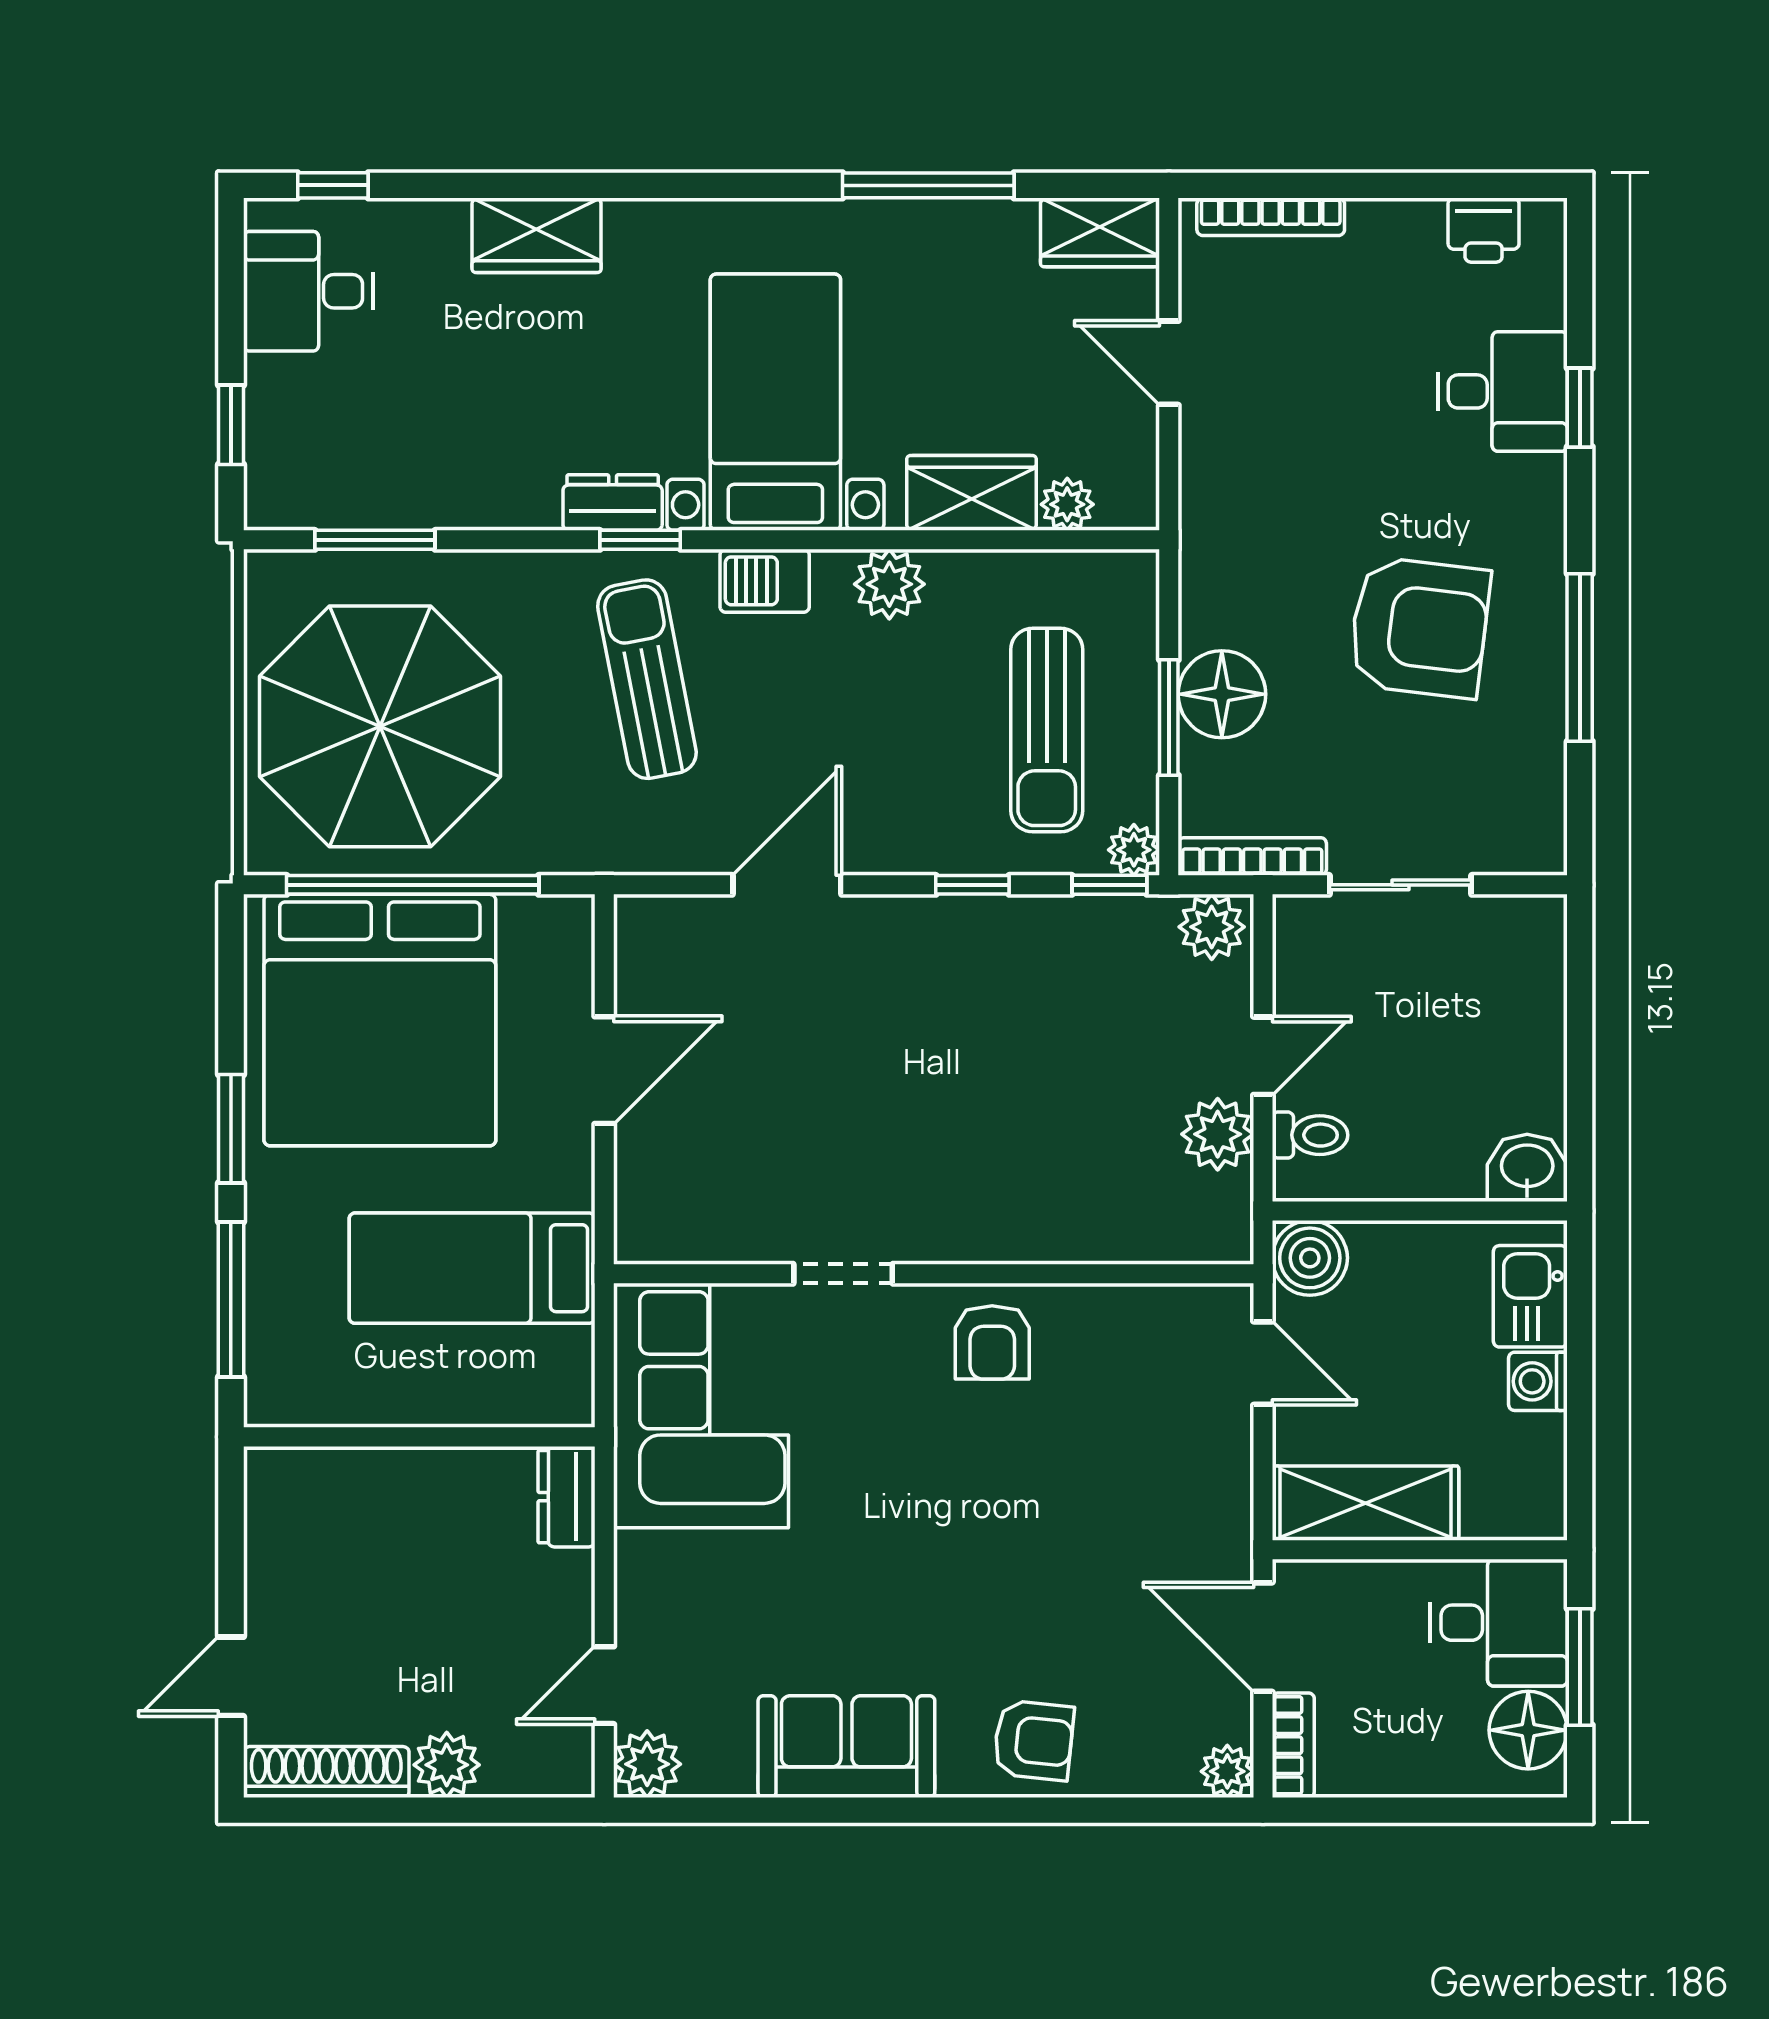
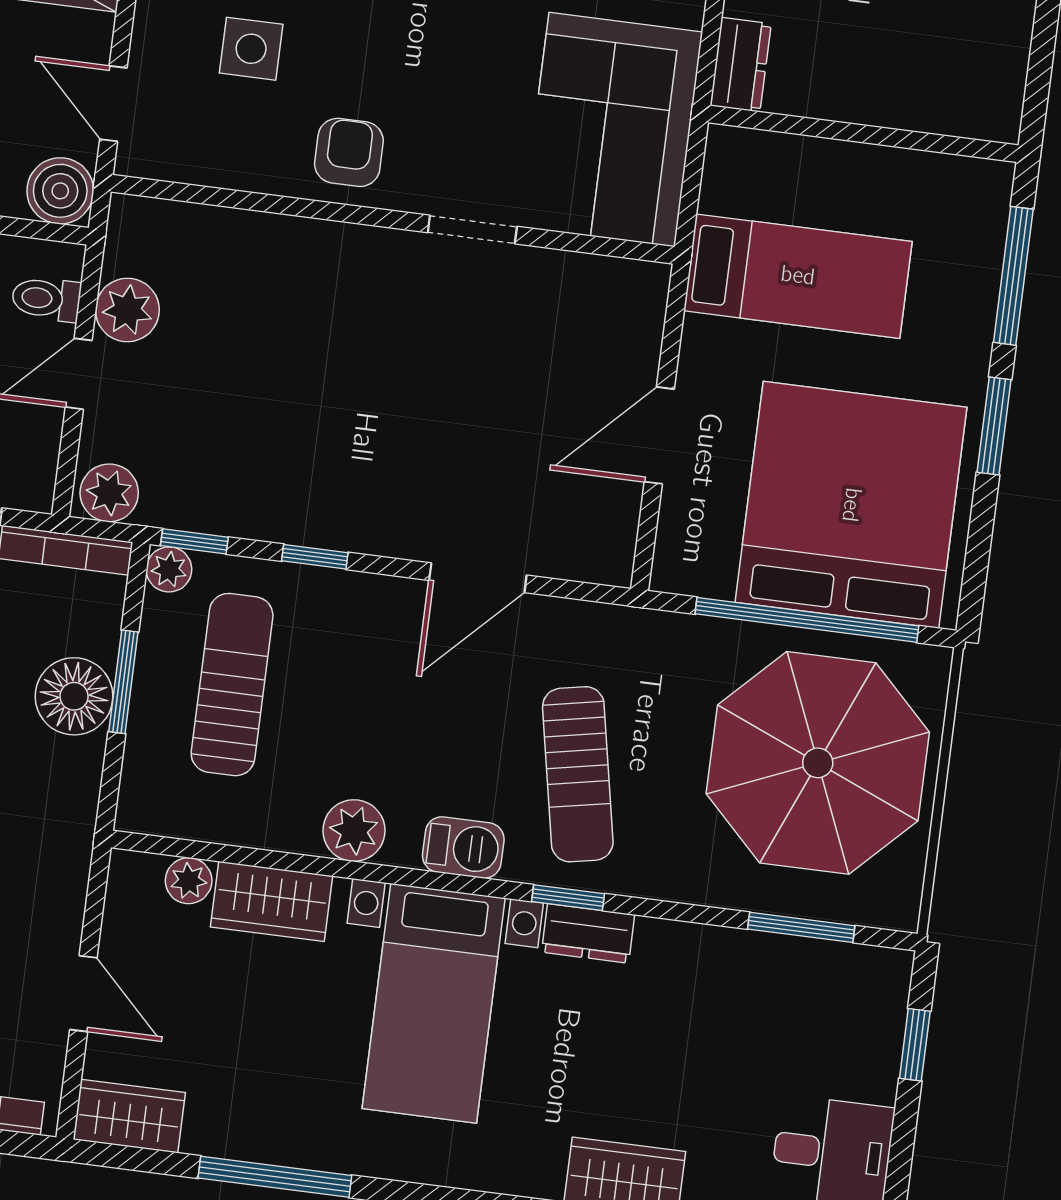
side table: (1117, 1444) -> (251, 49), added

